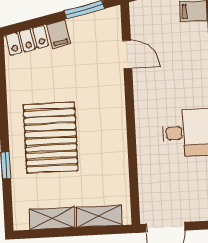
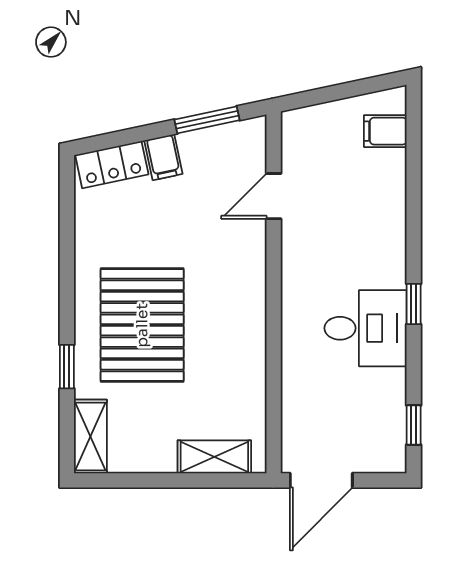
door: (127, 54) -> (274, 196), swing flipped
shelving: (52, 218) -> (90, 437), moved, turned 90

